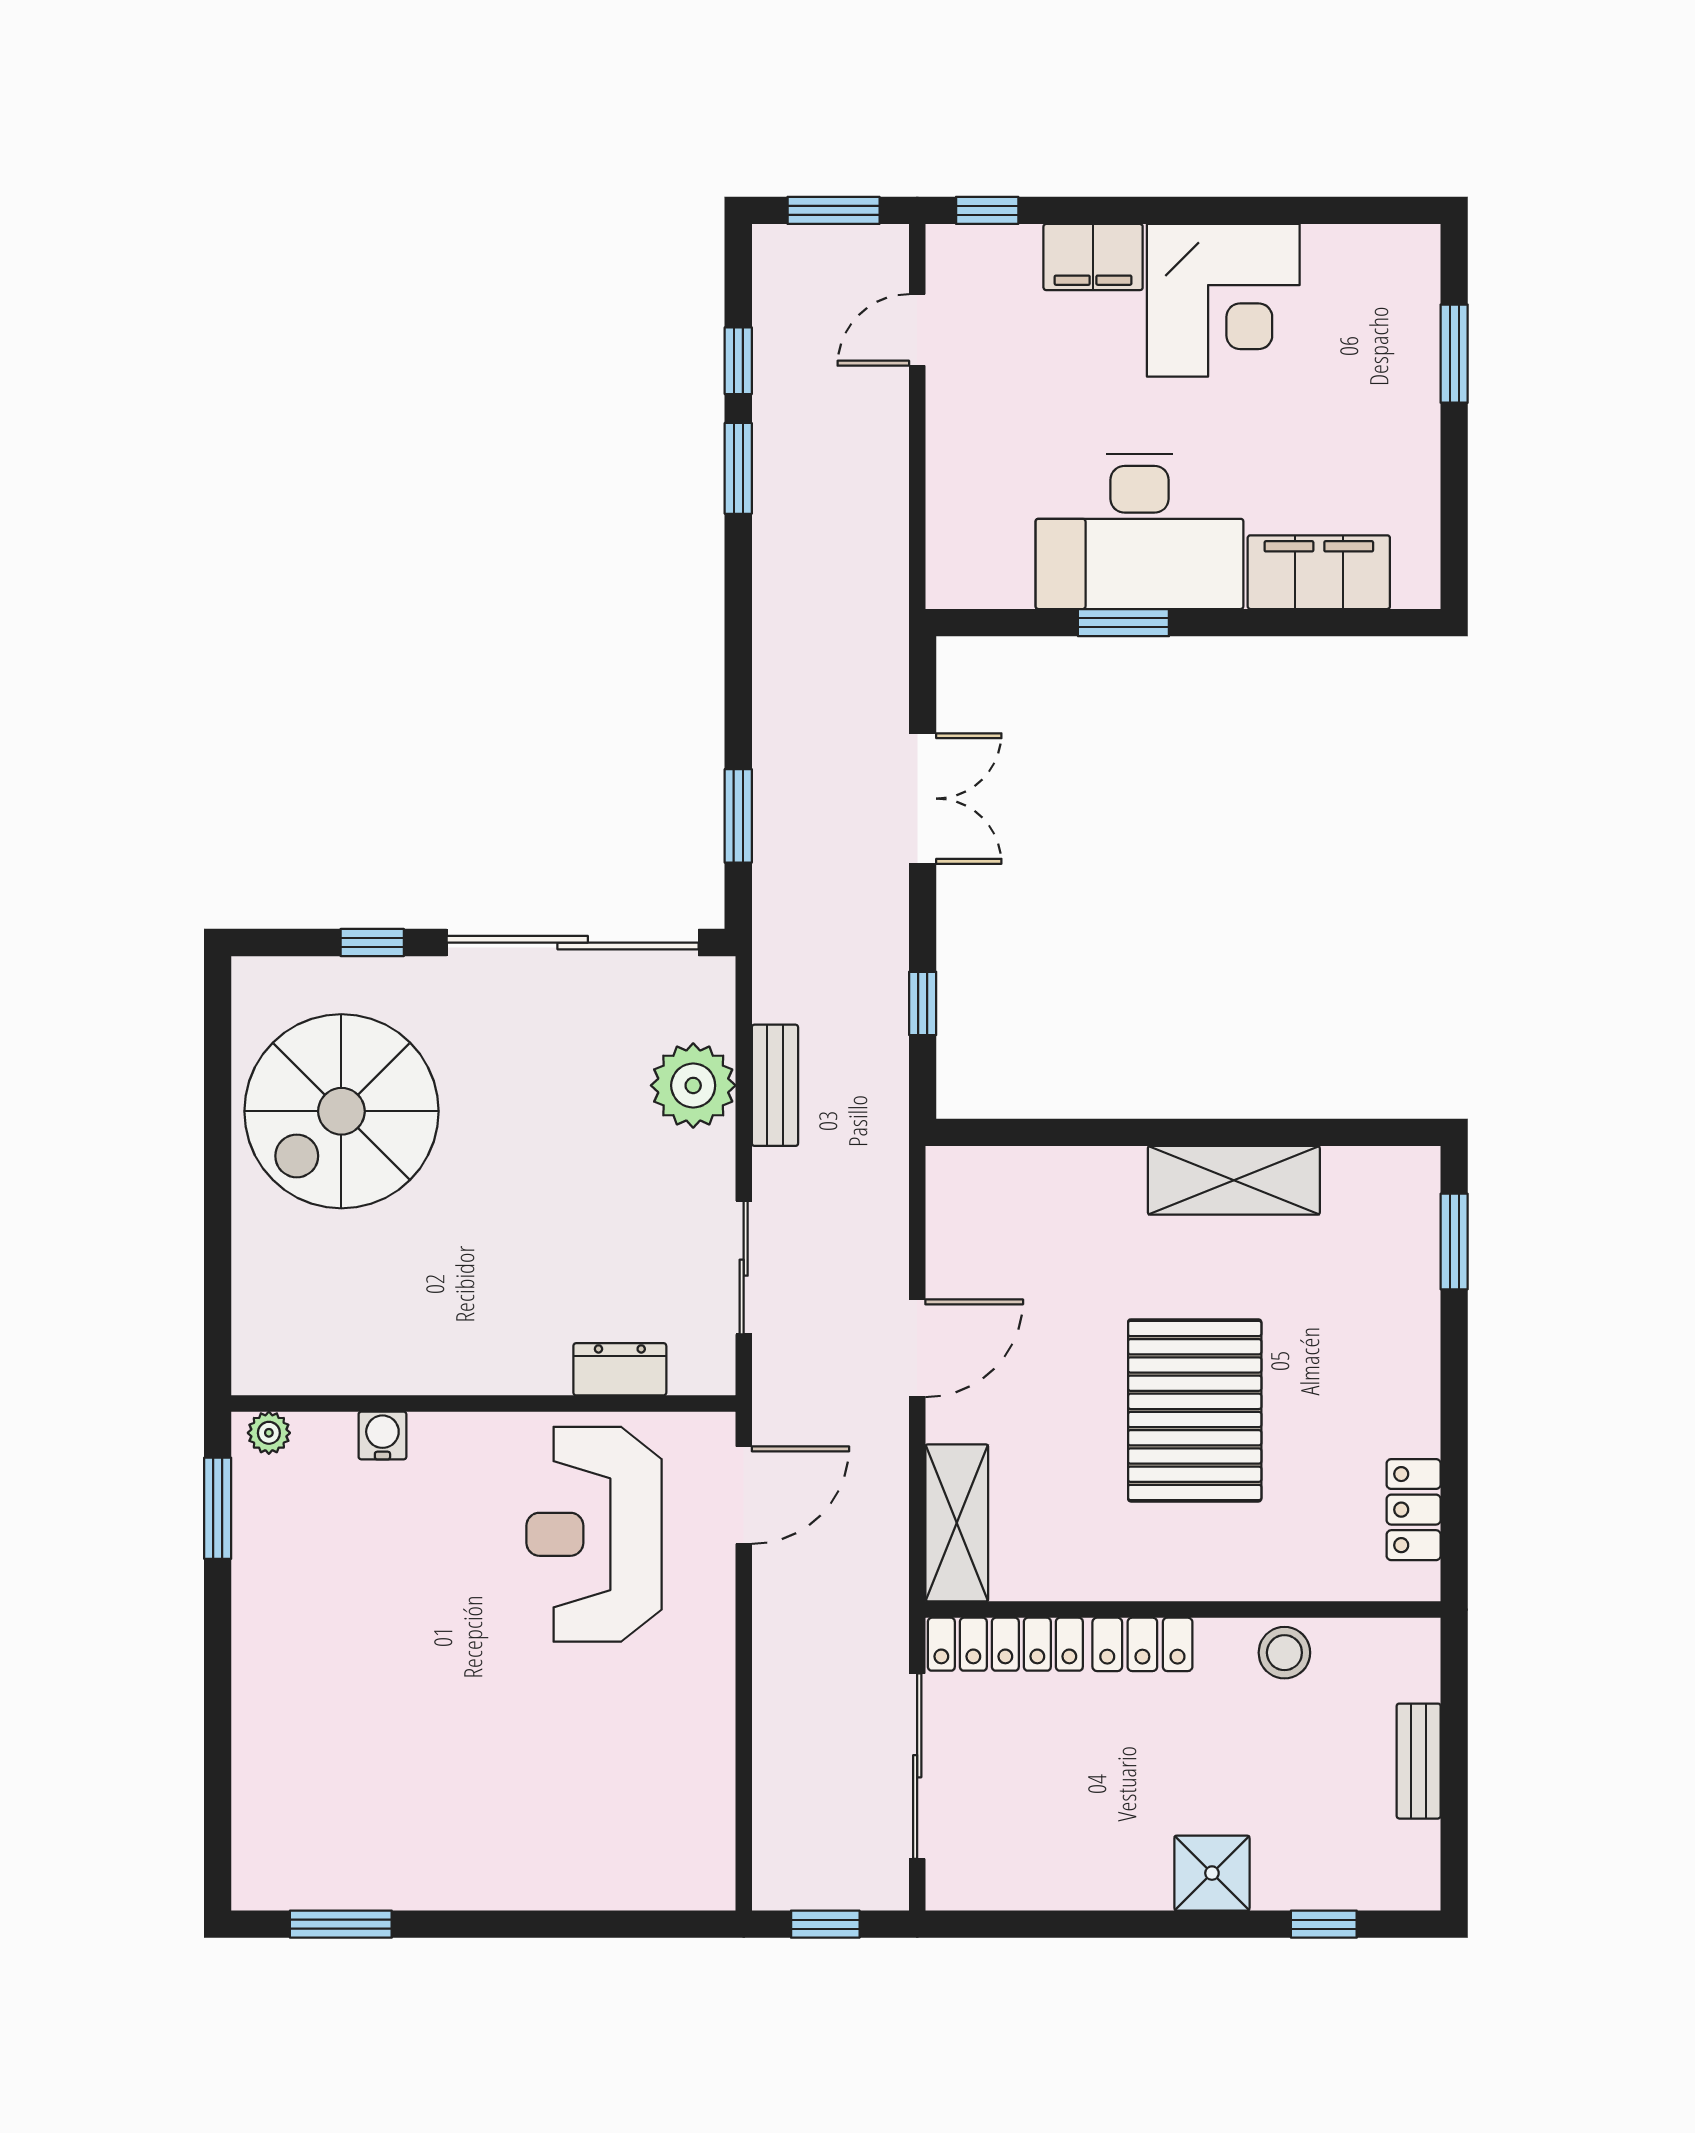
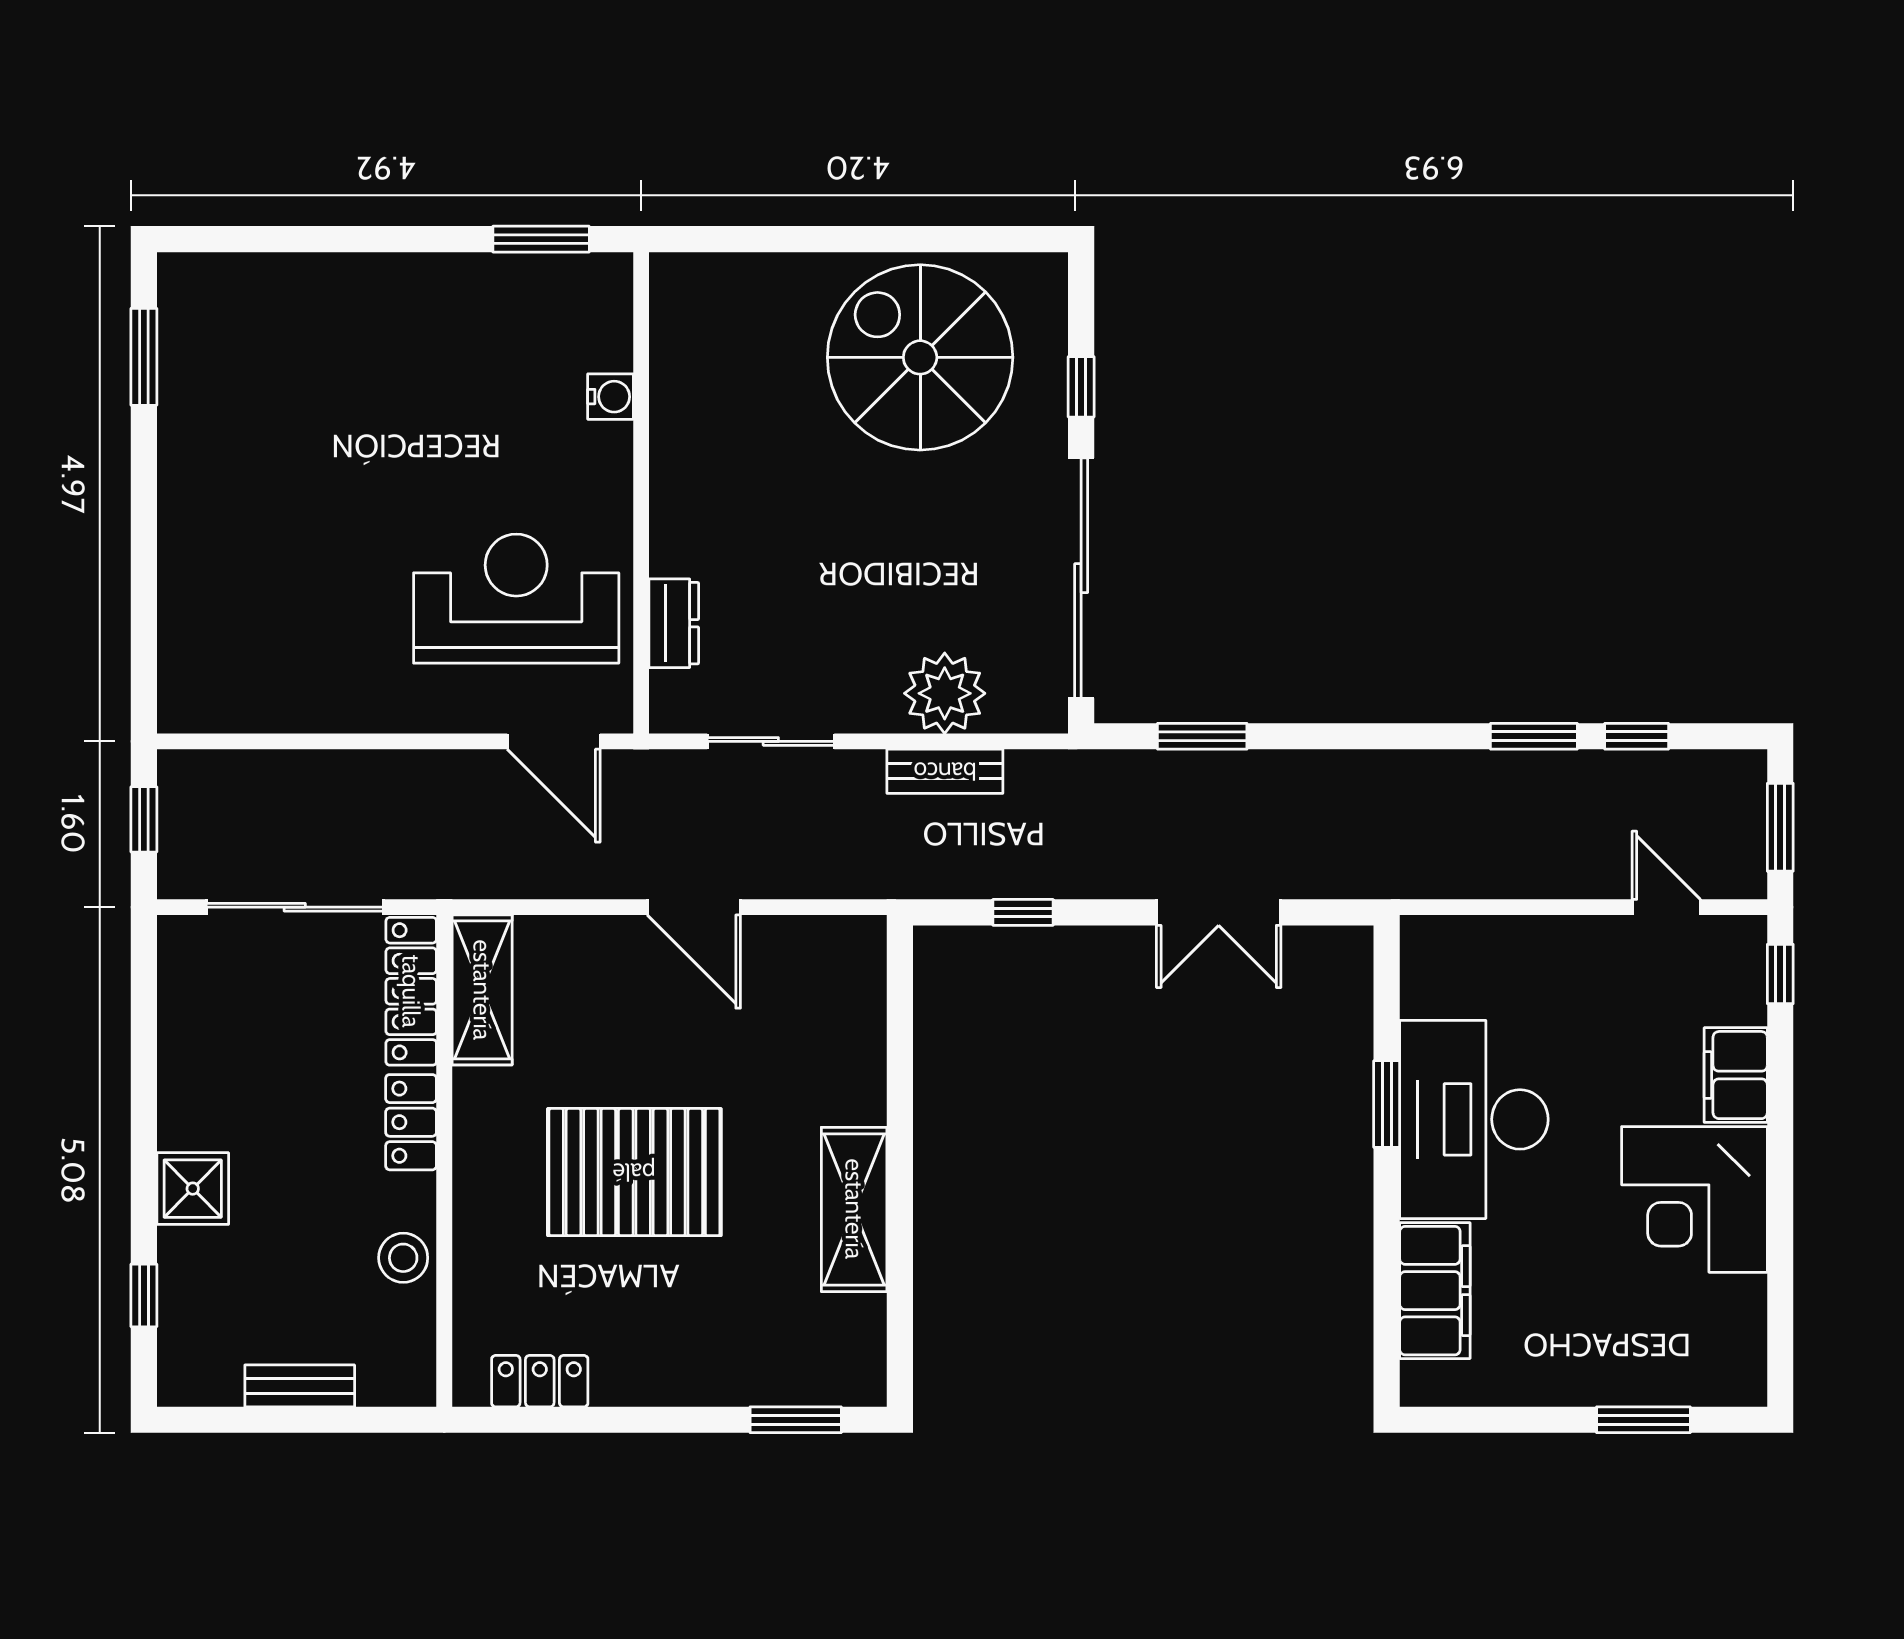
plant: (269, 1433) -> (613, 288), removed
shelving: (957, 1523) -> (482, 990), moved, turned 90

